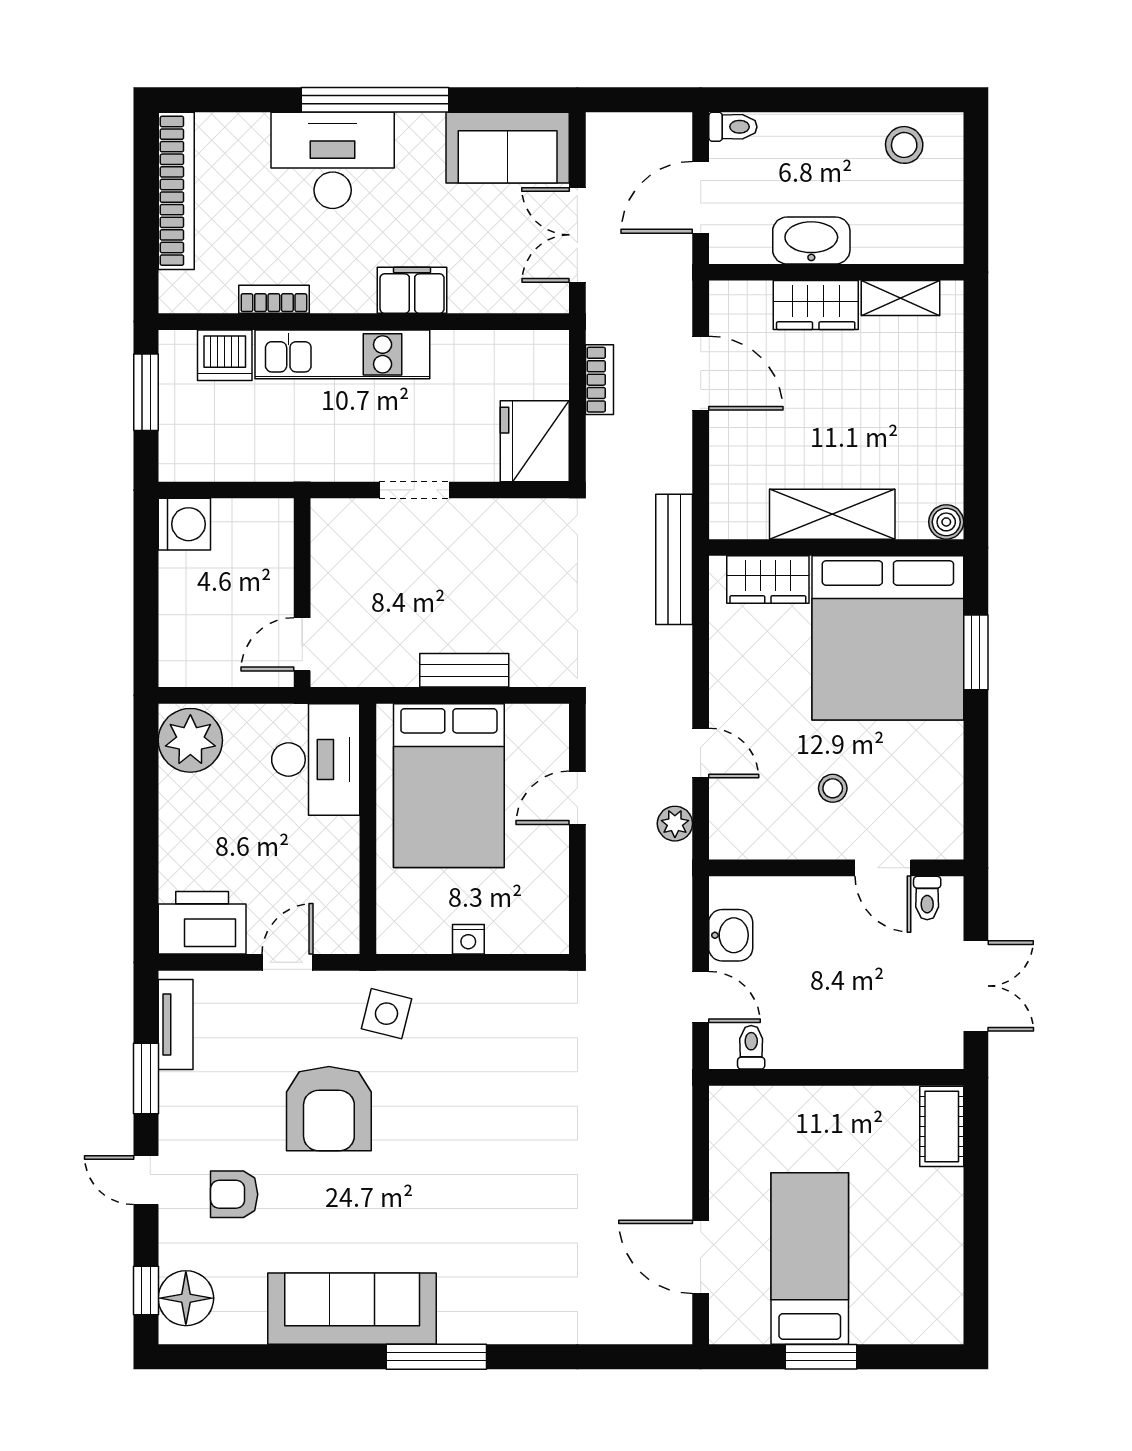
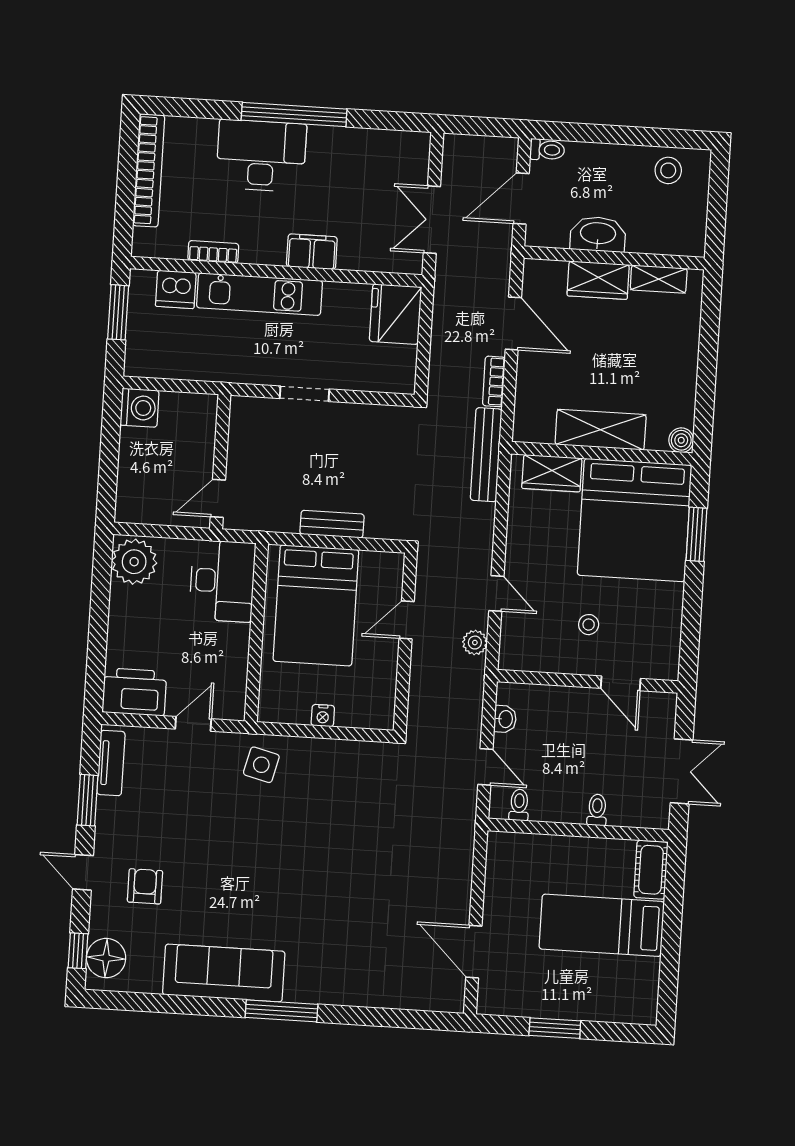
sofa: (508, 148) -> (386, 155), removed
bookcase: (600, 380) -> (494, 381), moved, turned 180
fridge: (535, 441) -> (396, 314), moved
toilet: (927, 898) -> (597, 810), moved, turned 180
washbasin: (731, 935) -> (505, 719), width x0.72, depth x0.69
armchair: (329, 1109) -> (216, 830), removed
armchair: (234, 1194) -> (145, 886), turned 90
bed: (810, 1258) -> (602, 925), moved, turned -90

